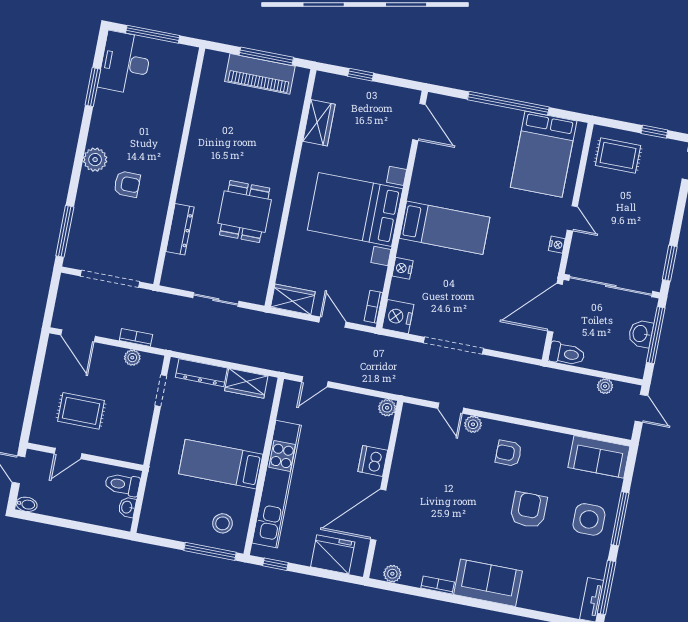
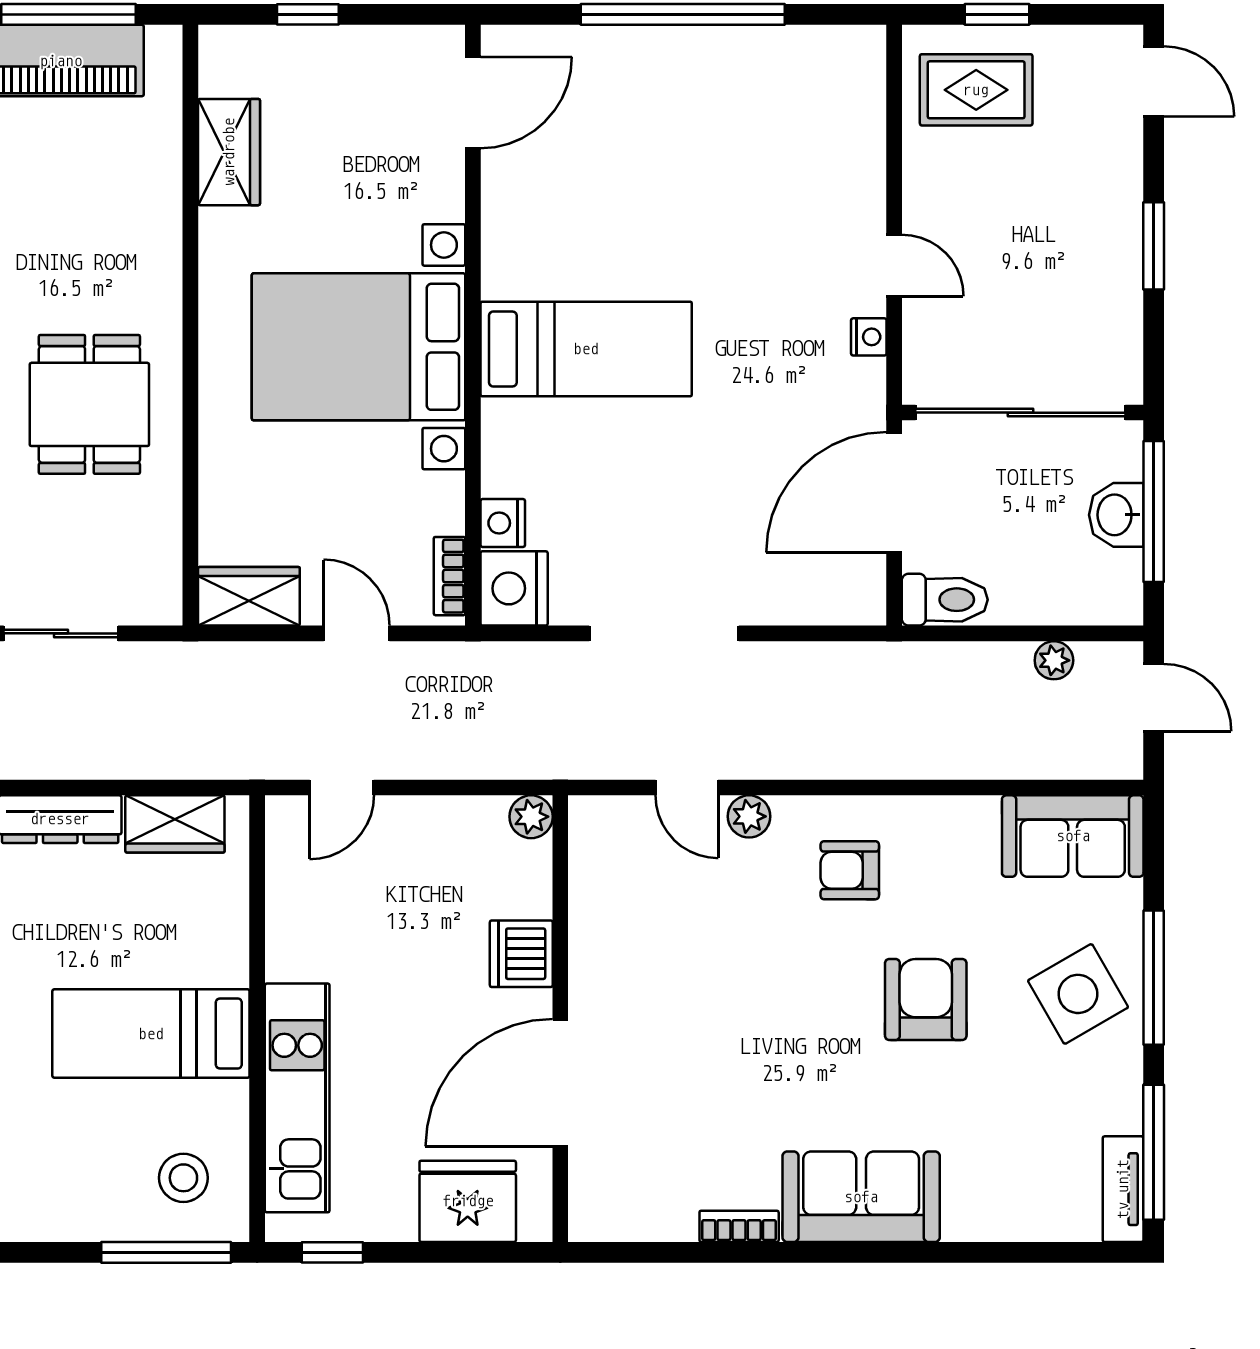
door: (419, 122) -> (473, 102), hinge flipped
window: (654, 132) -> (997, 14), moved
bed: (544, 154) -> (793, 122), removed
window: (670, 263) -> (1154, 246), moved
nightstand: (403, 268) -> (503, 523), moved
kitchen unit: (277, 484) -> (297, 1098), width x0.73
side table: (589, 519) -> (1078, 994), turned -30
plant: (392, 574) -> (623, 1220), removed

